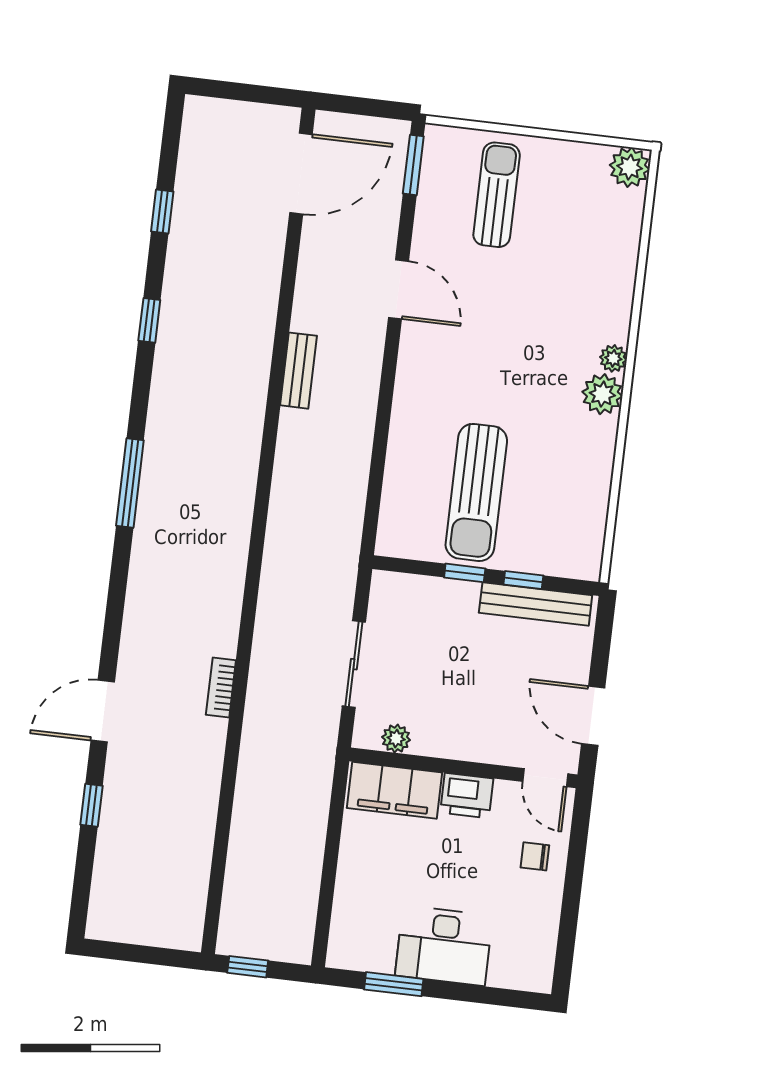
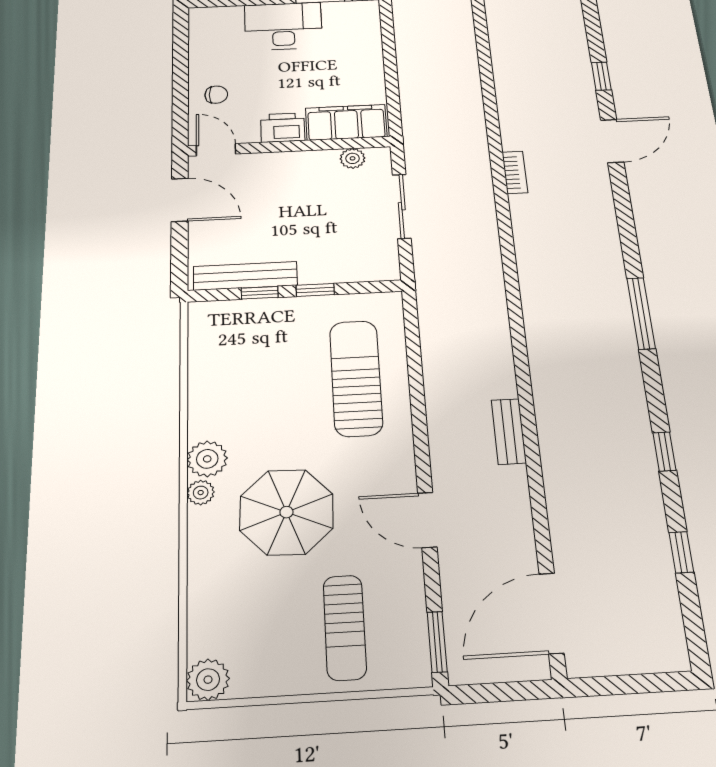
parasol: (533, 322) -> (286, 512), added
sun lounger: (476, 492) -> (356, 378), moved

